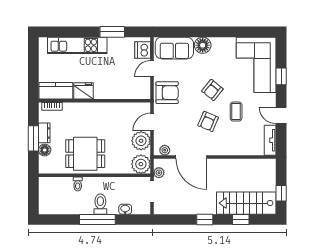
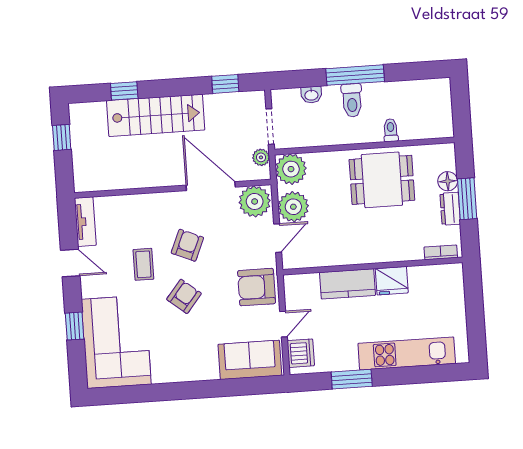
floor lamp: (203, 45) -> (205, 367), removed
kitchen counter: (56, 91) -> (347, 284), moved
plant: (165, 150) -> (255, 201), width x1.88, depth x1.88
stairs: (246, 203) -> (156, 115), moved
window: (205, 219) -> (225, 84), moved

